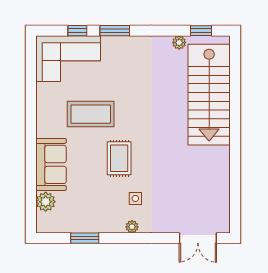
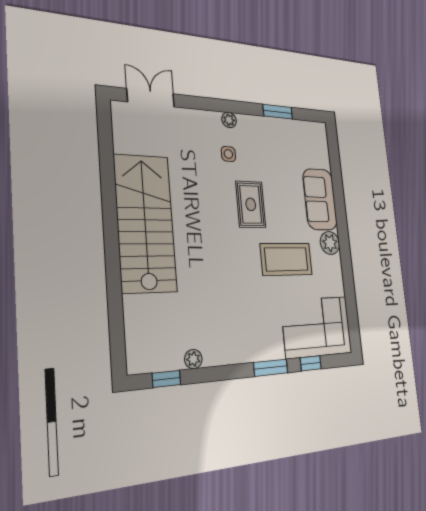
stairs: (209, 95) -> (145, 223), moved
plant: (46, 202) -> (330, 243), moved

